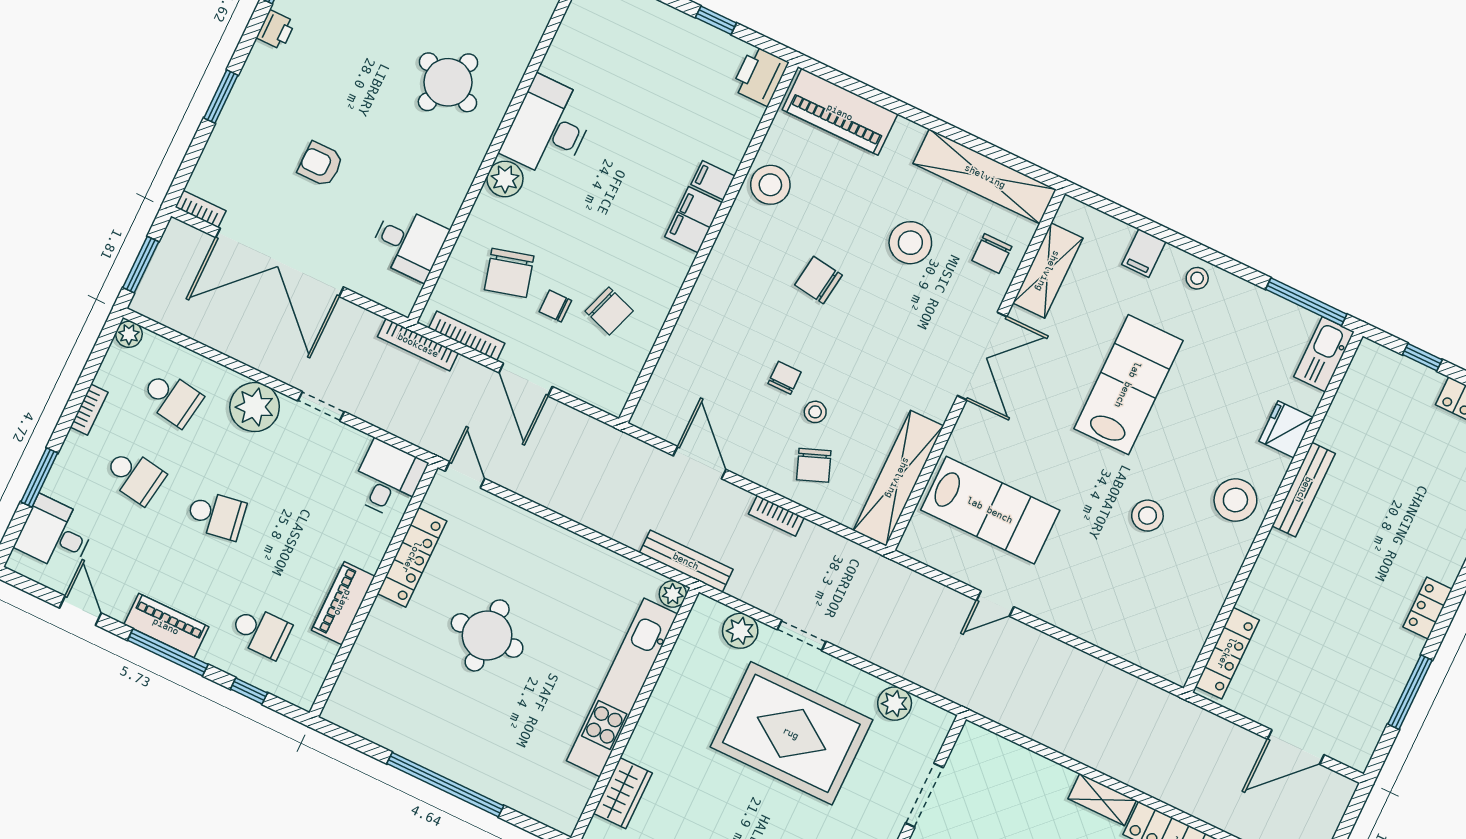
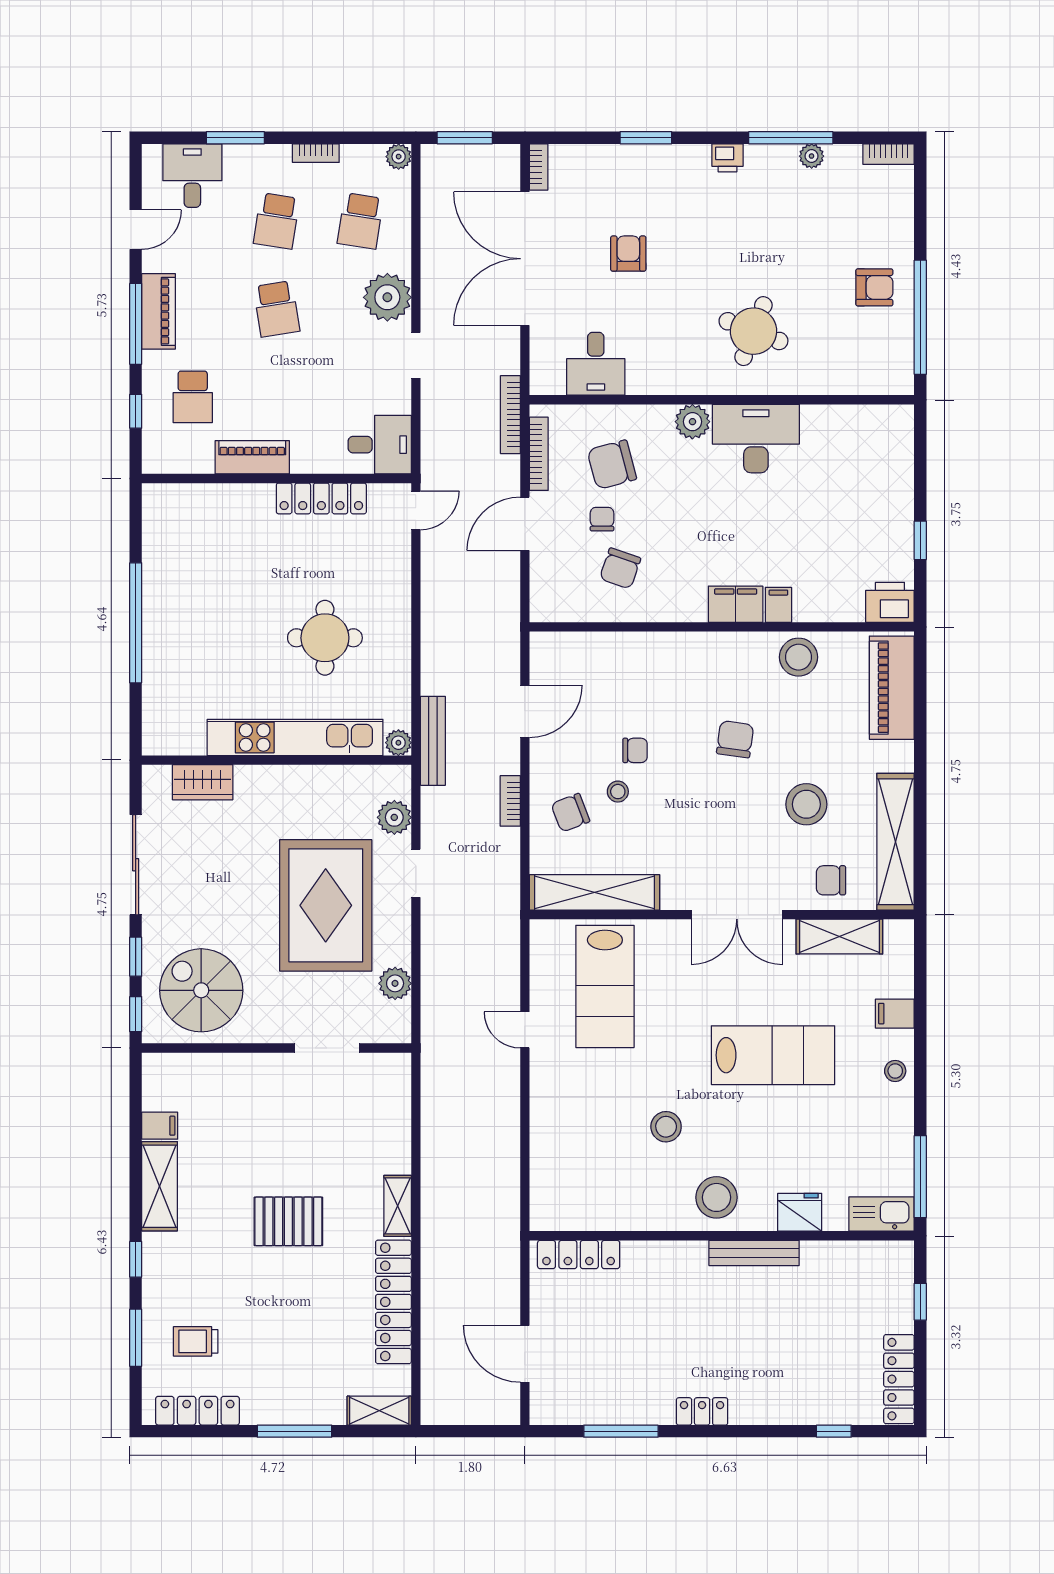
round table: (487, 635) -> (325, 638), moved

